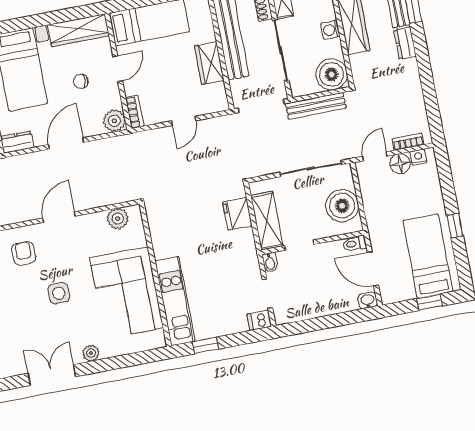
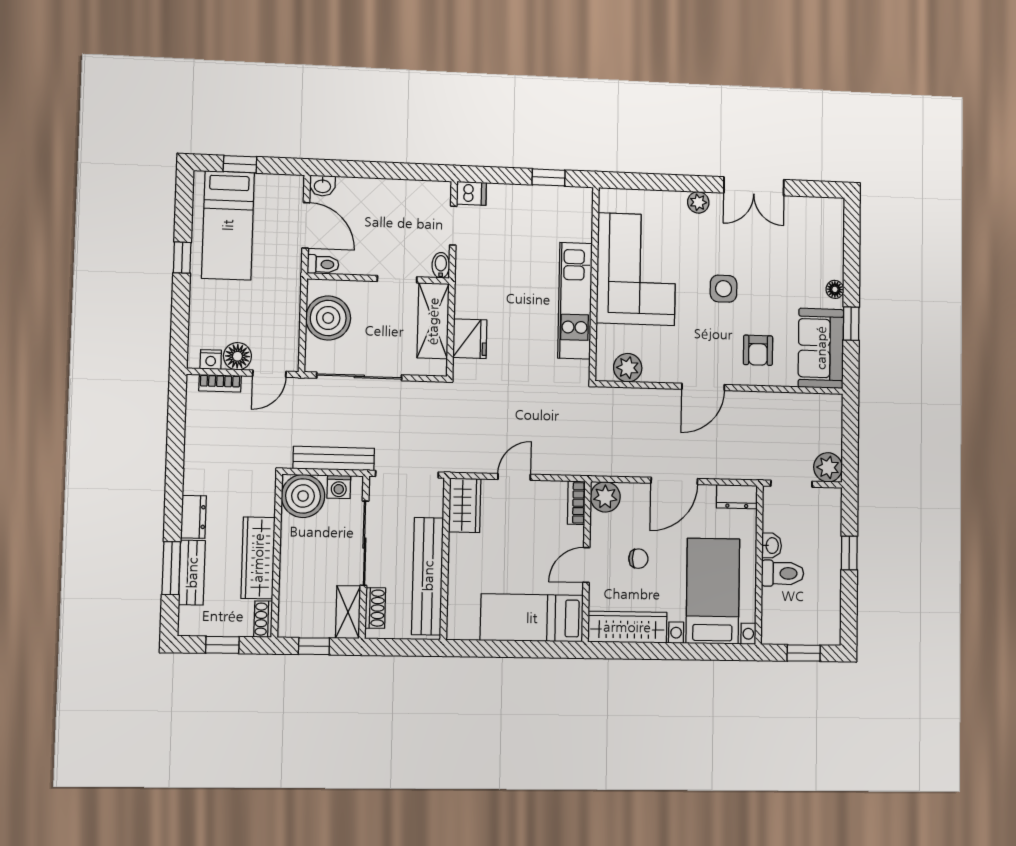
washing machine: (330, 30) -> (339, 487), moved, turned 90
wardrobe: (209, 63) -> (465, 505), moved
kitchen unit: (175, 301) -> (575, 301), moved

